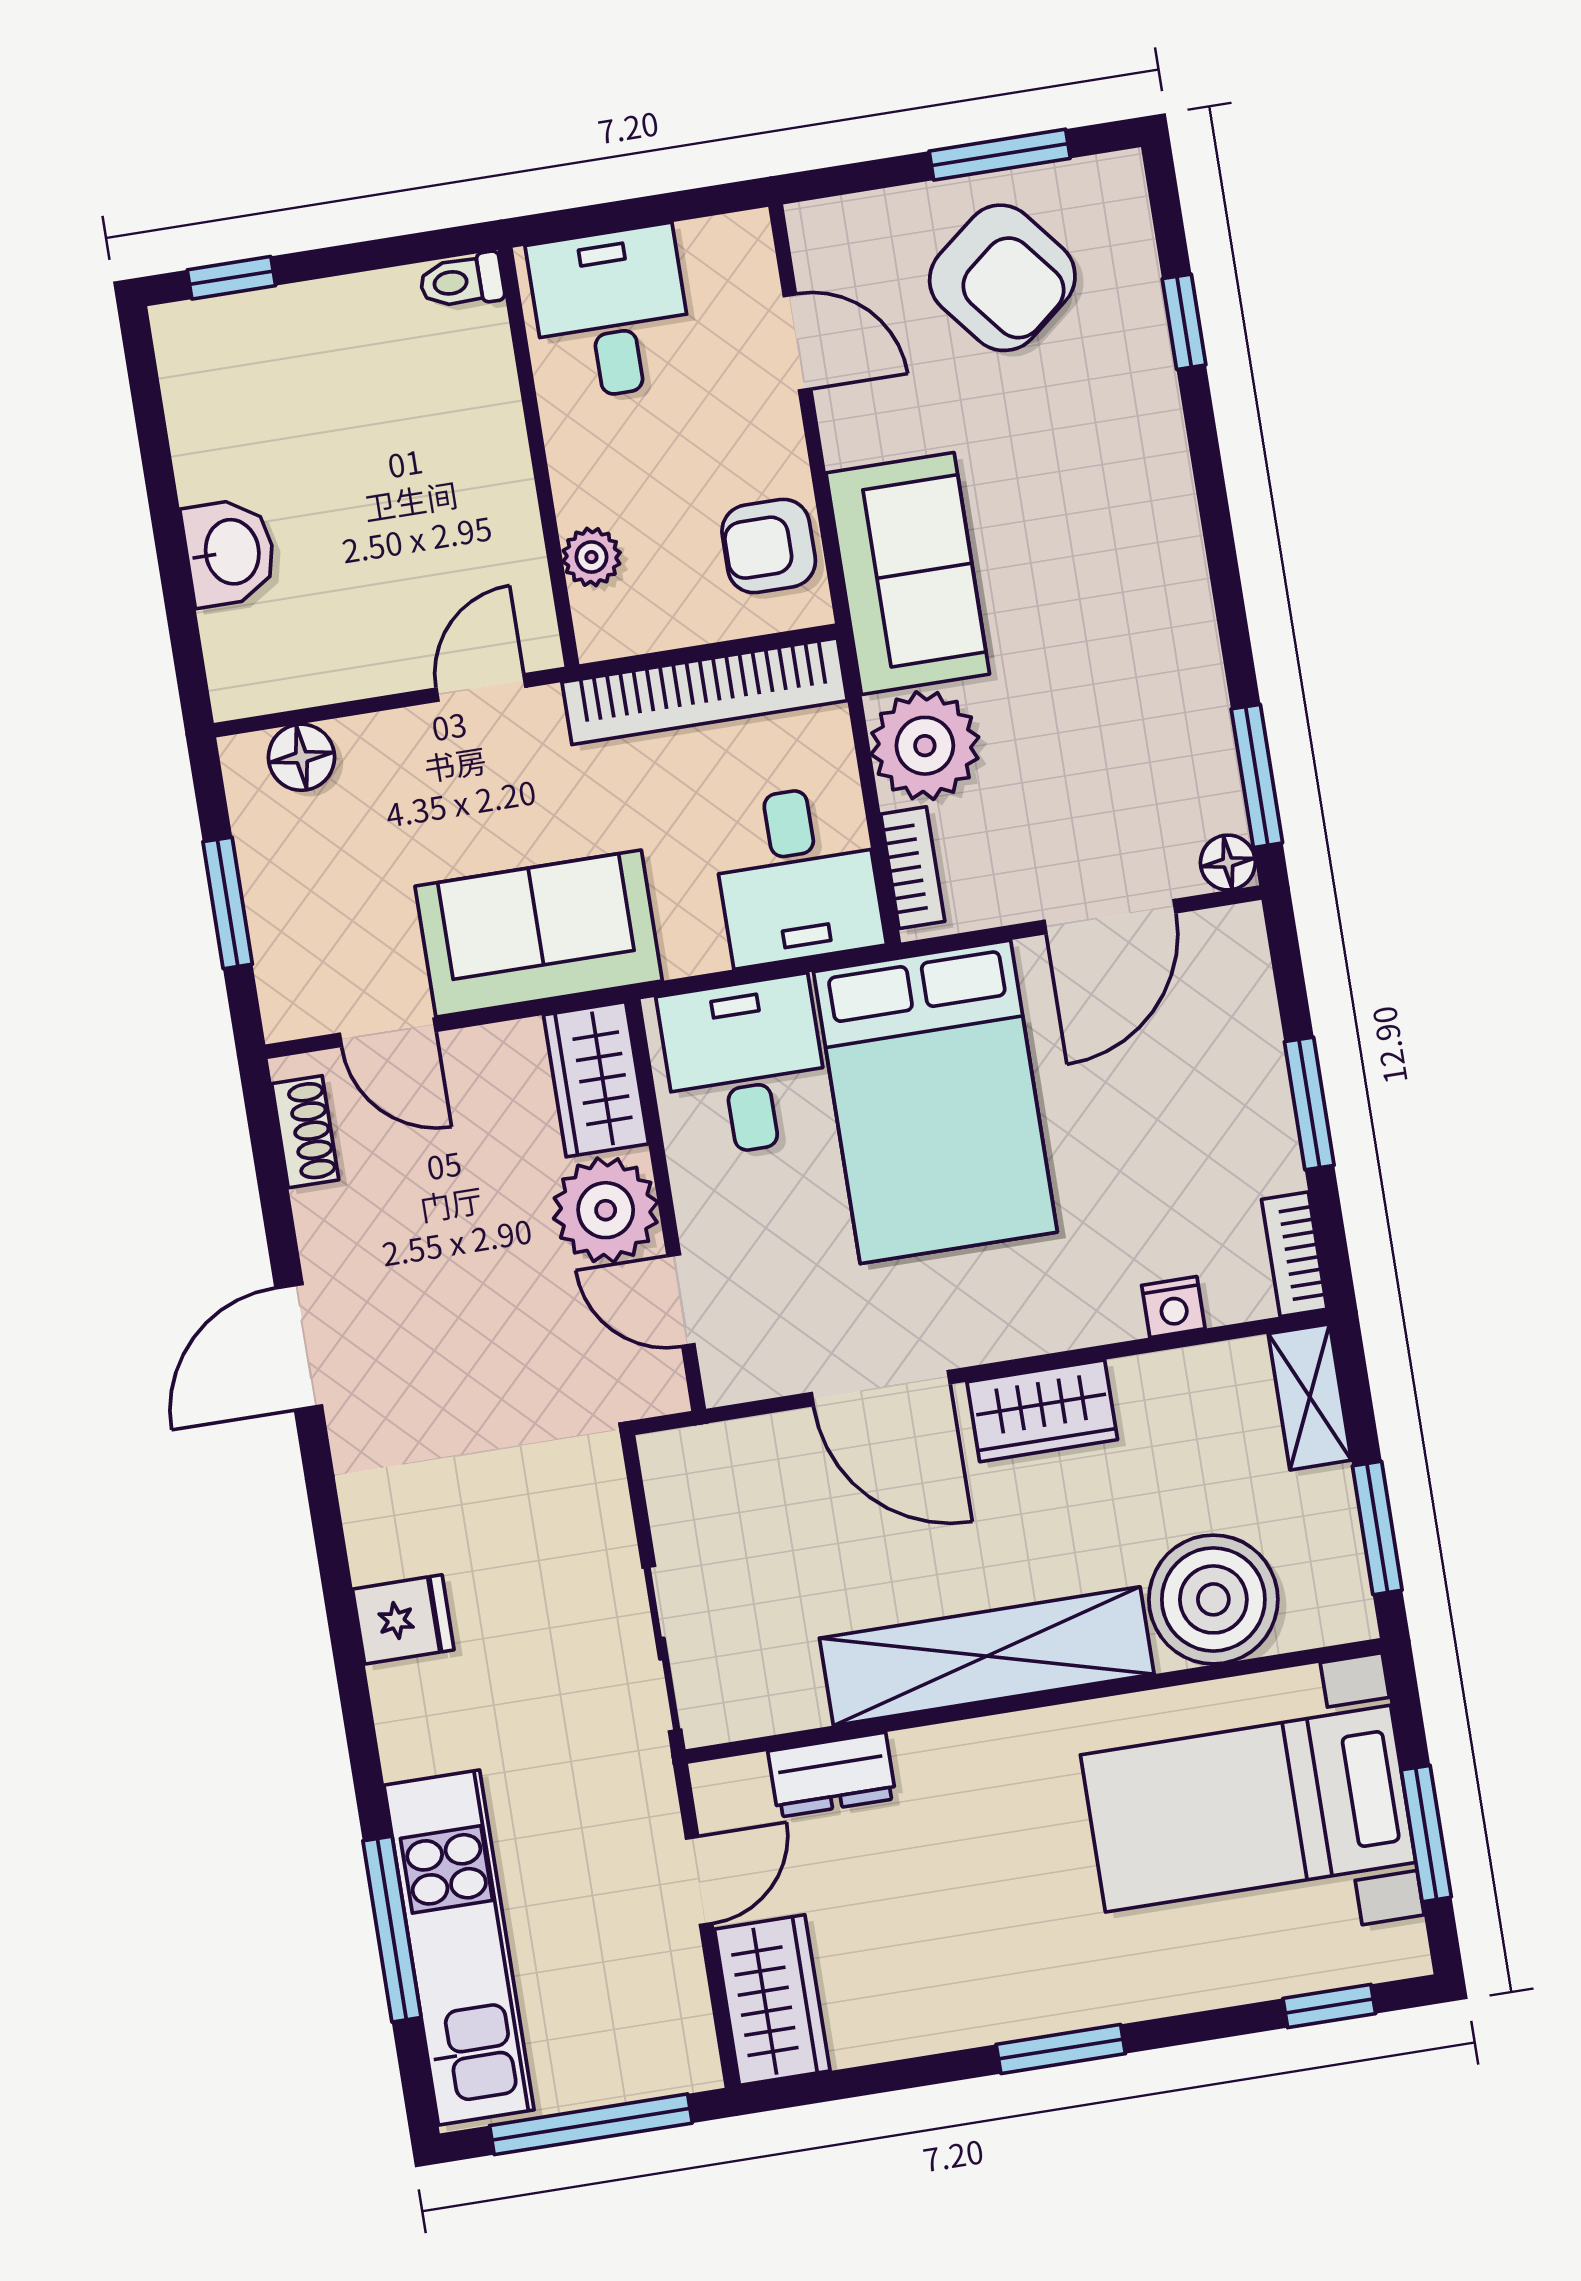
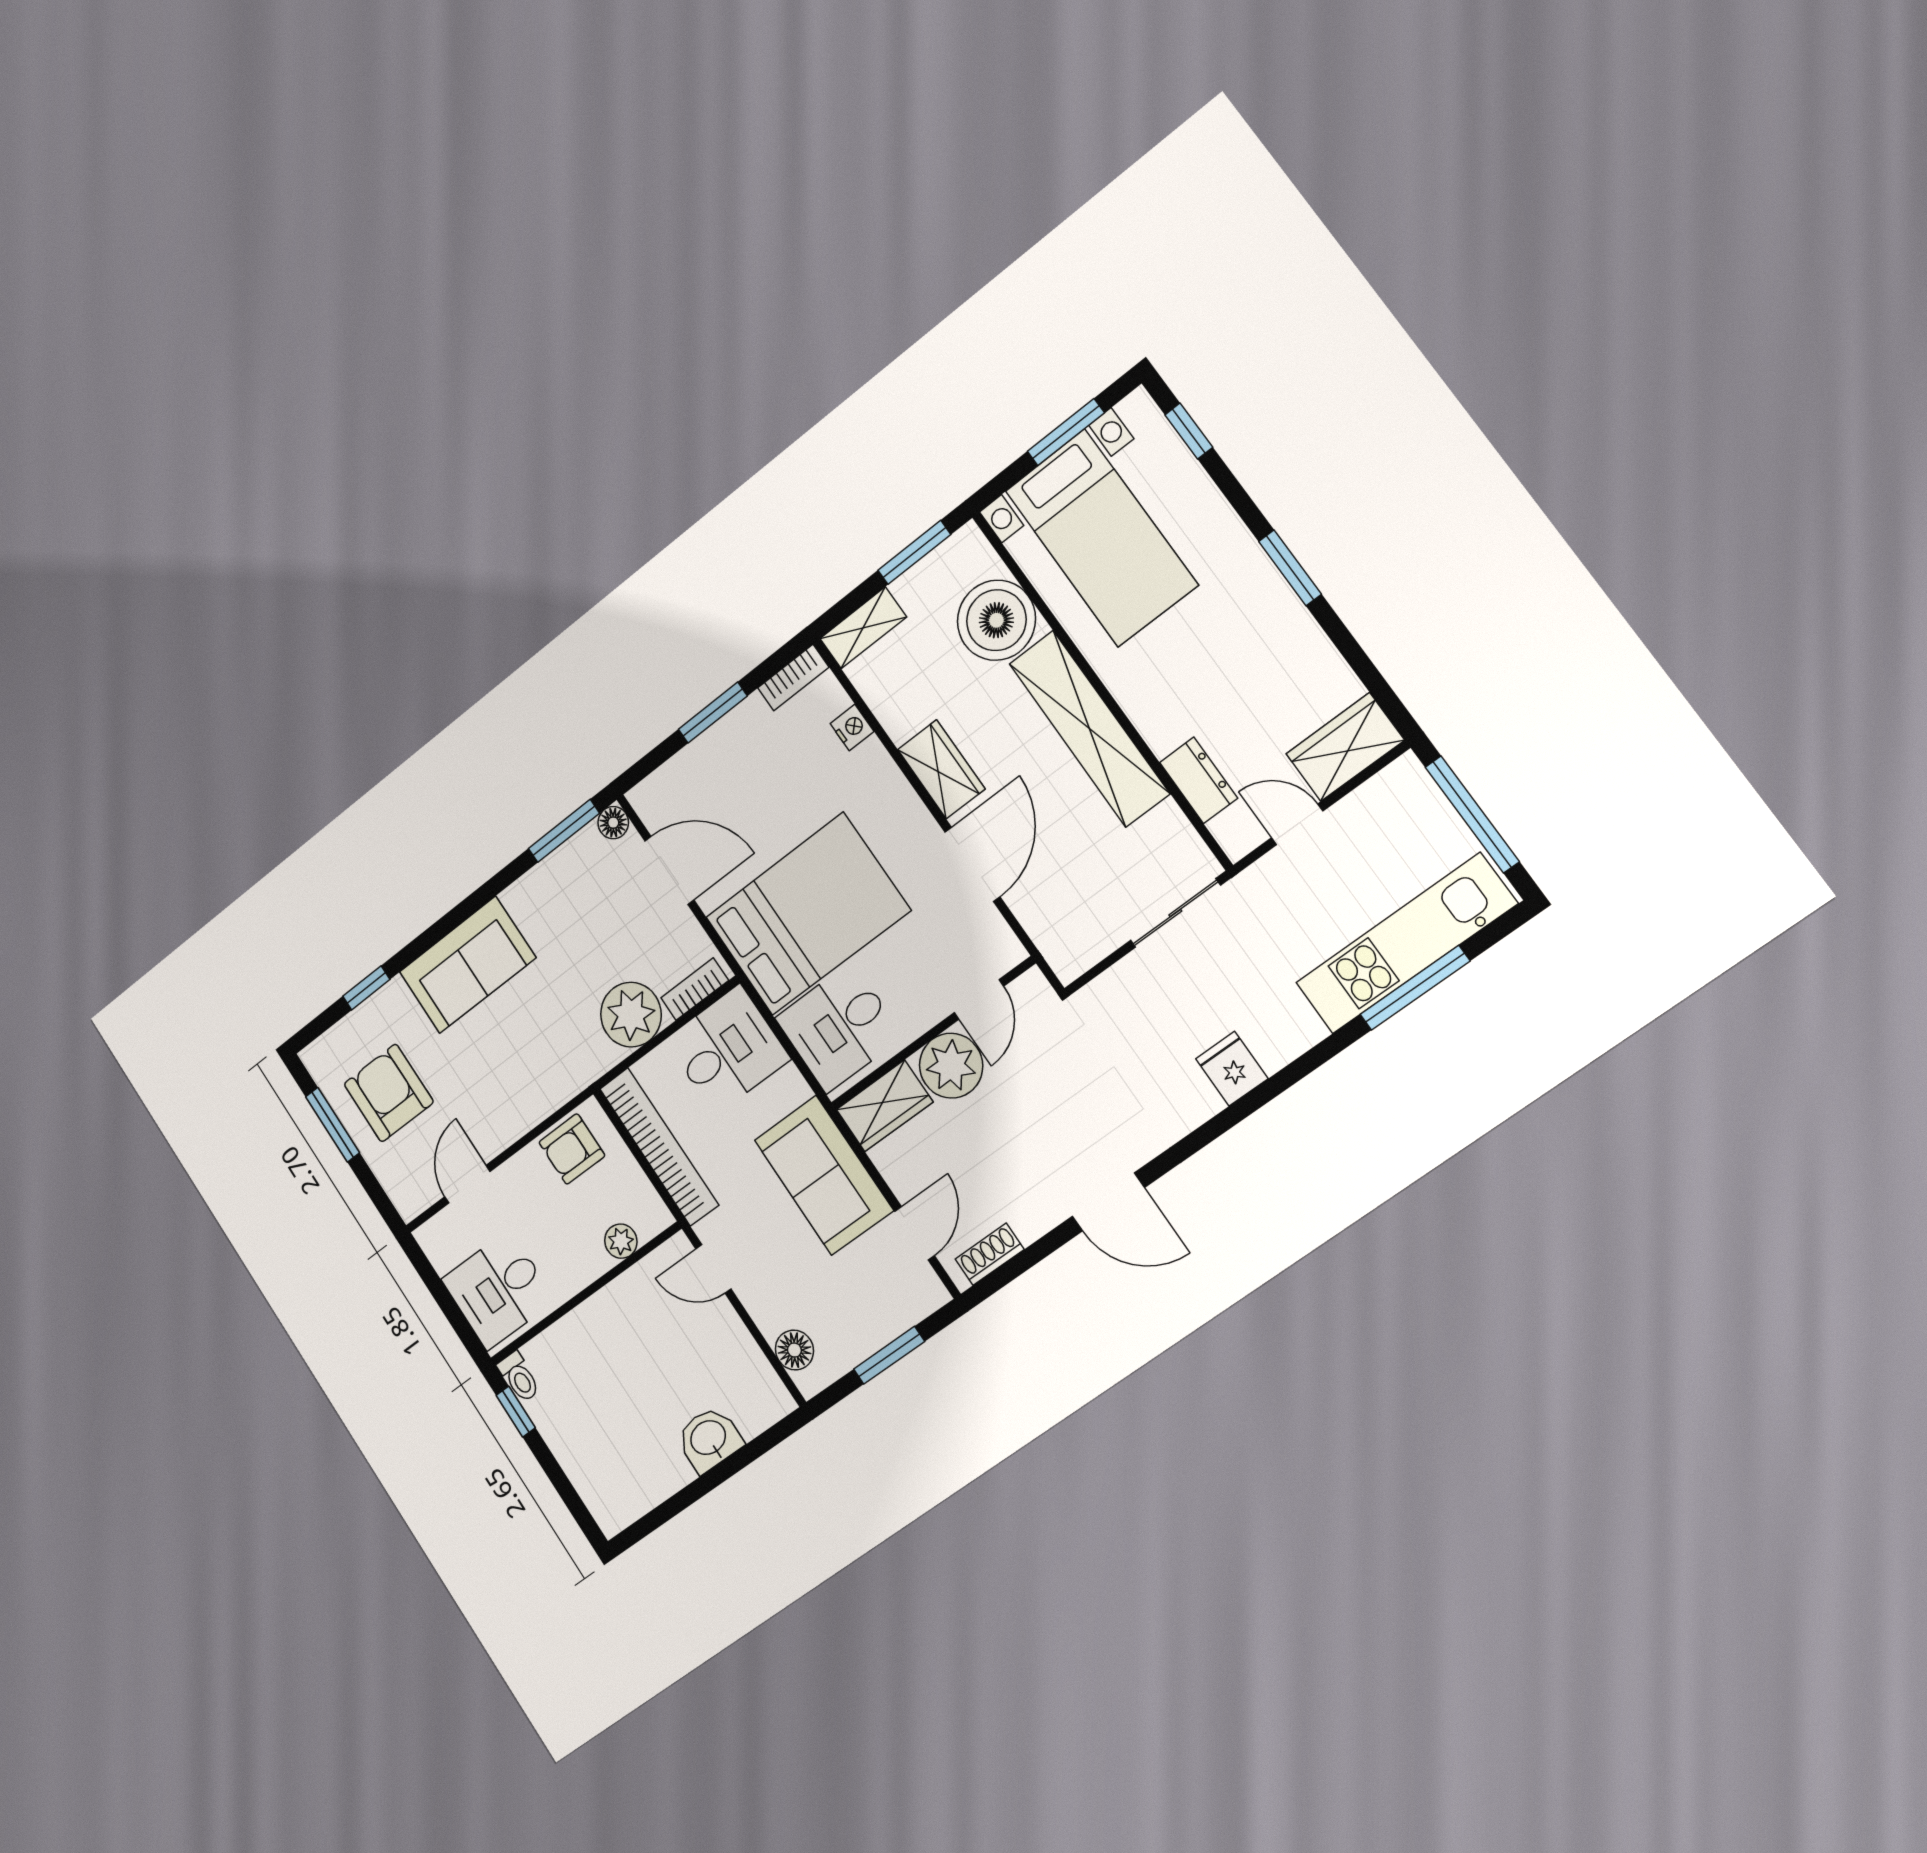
window: (231, 278) -> (516, 1412), moved
armchair: (1002, 278) -> (389, 1093), turned -51
armchair: (769, 546) -> (572, 1149), turned 90
sofa: (908, 574) -> (468, 965), moved, turned 180

